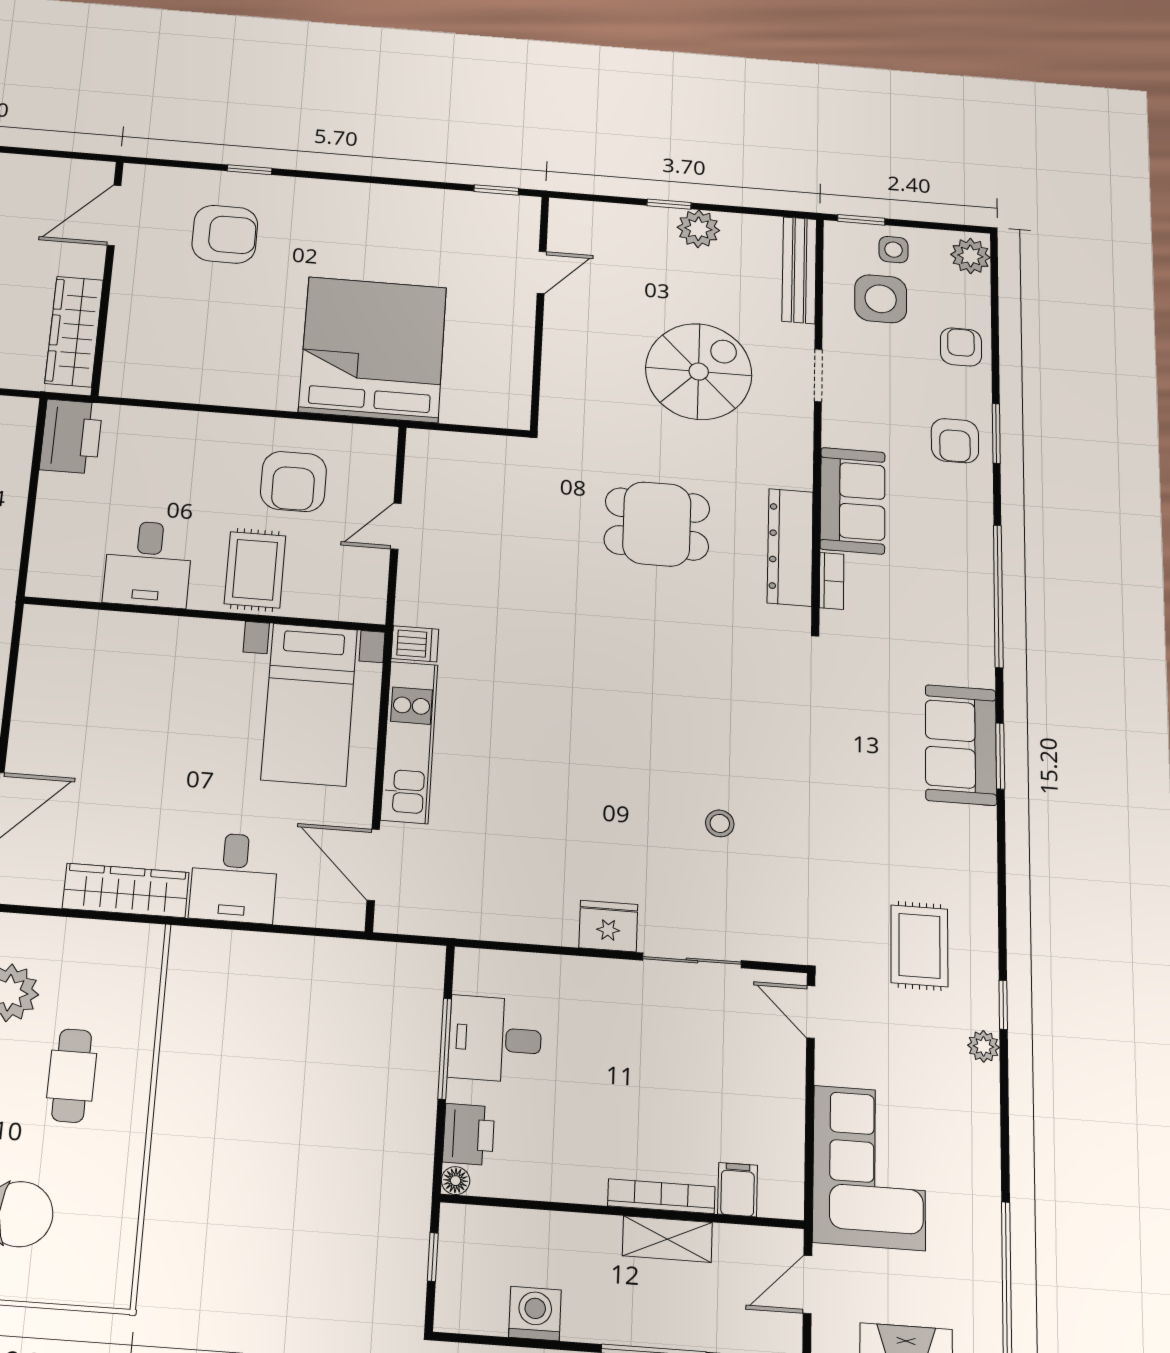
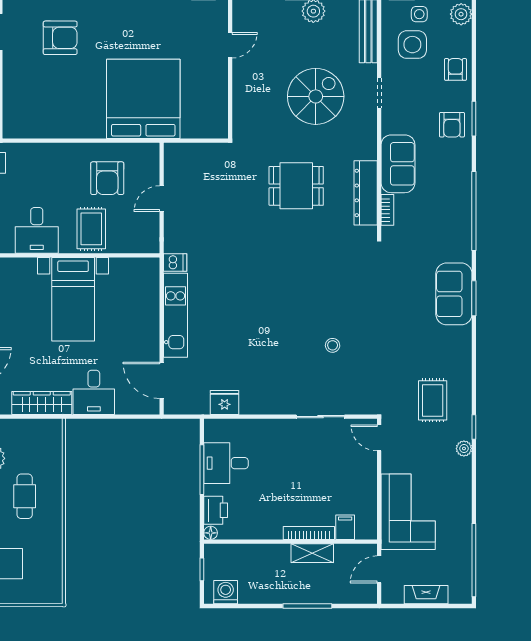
bed with nightstands: (309, 704) -> (73, 299), moved
fridge: (608, 926) -> (225, 402), moved
washing machine: (535, 1313) -> (226, 592), moved

